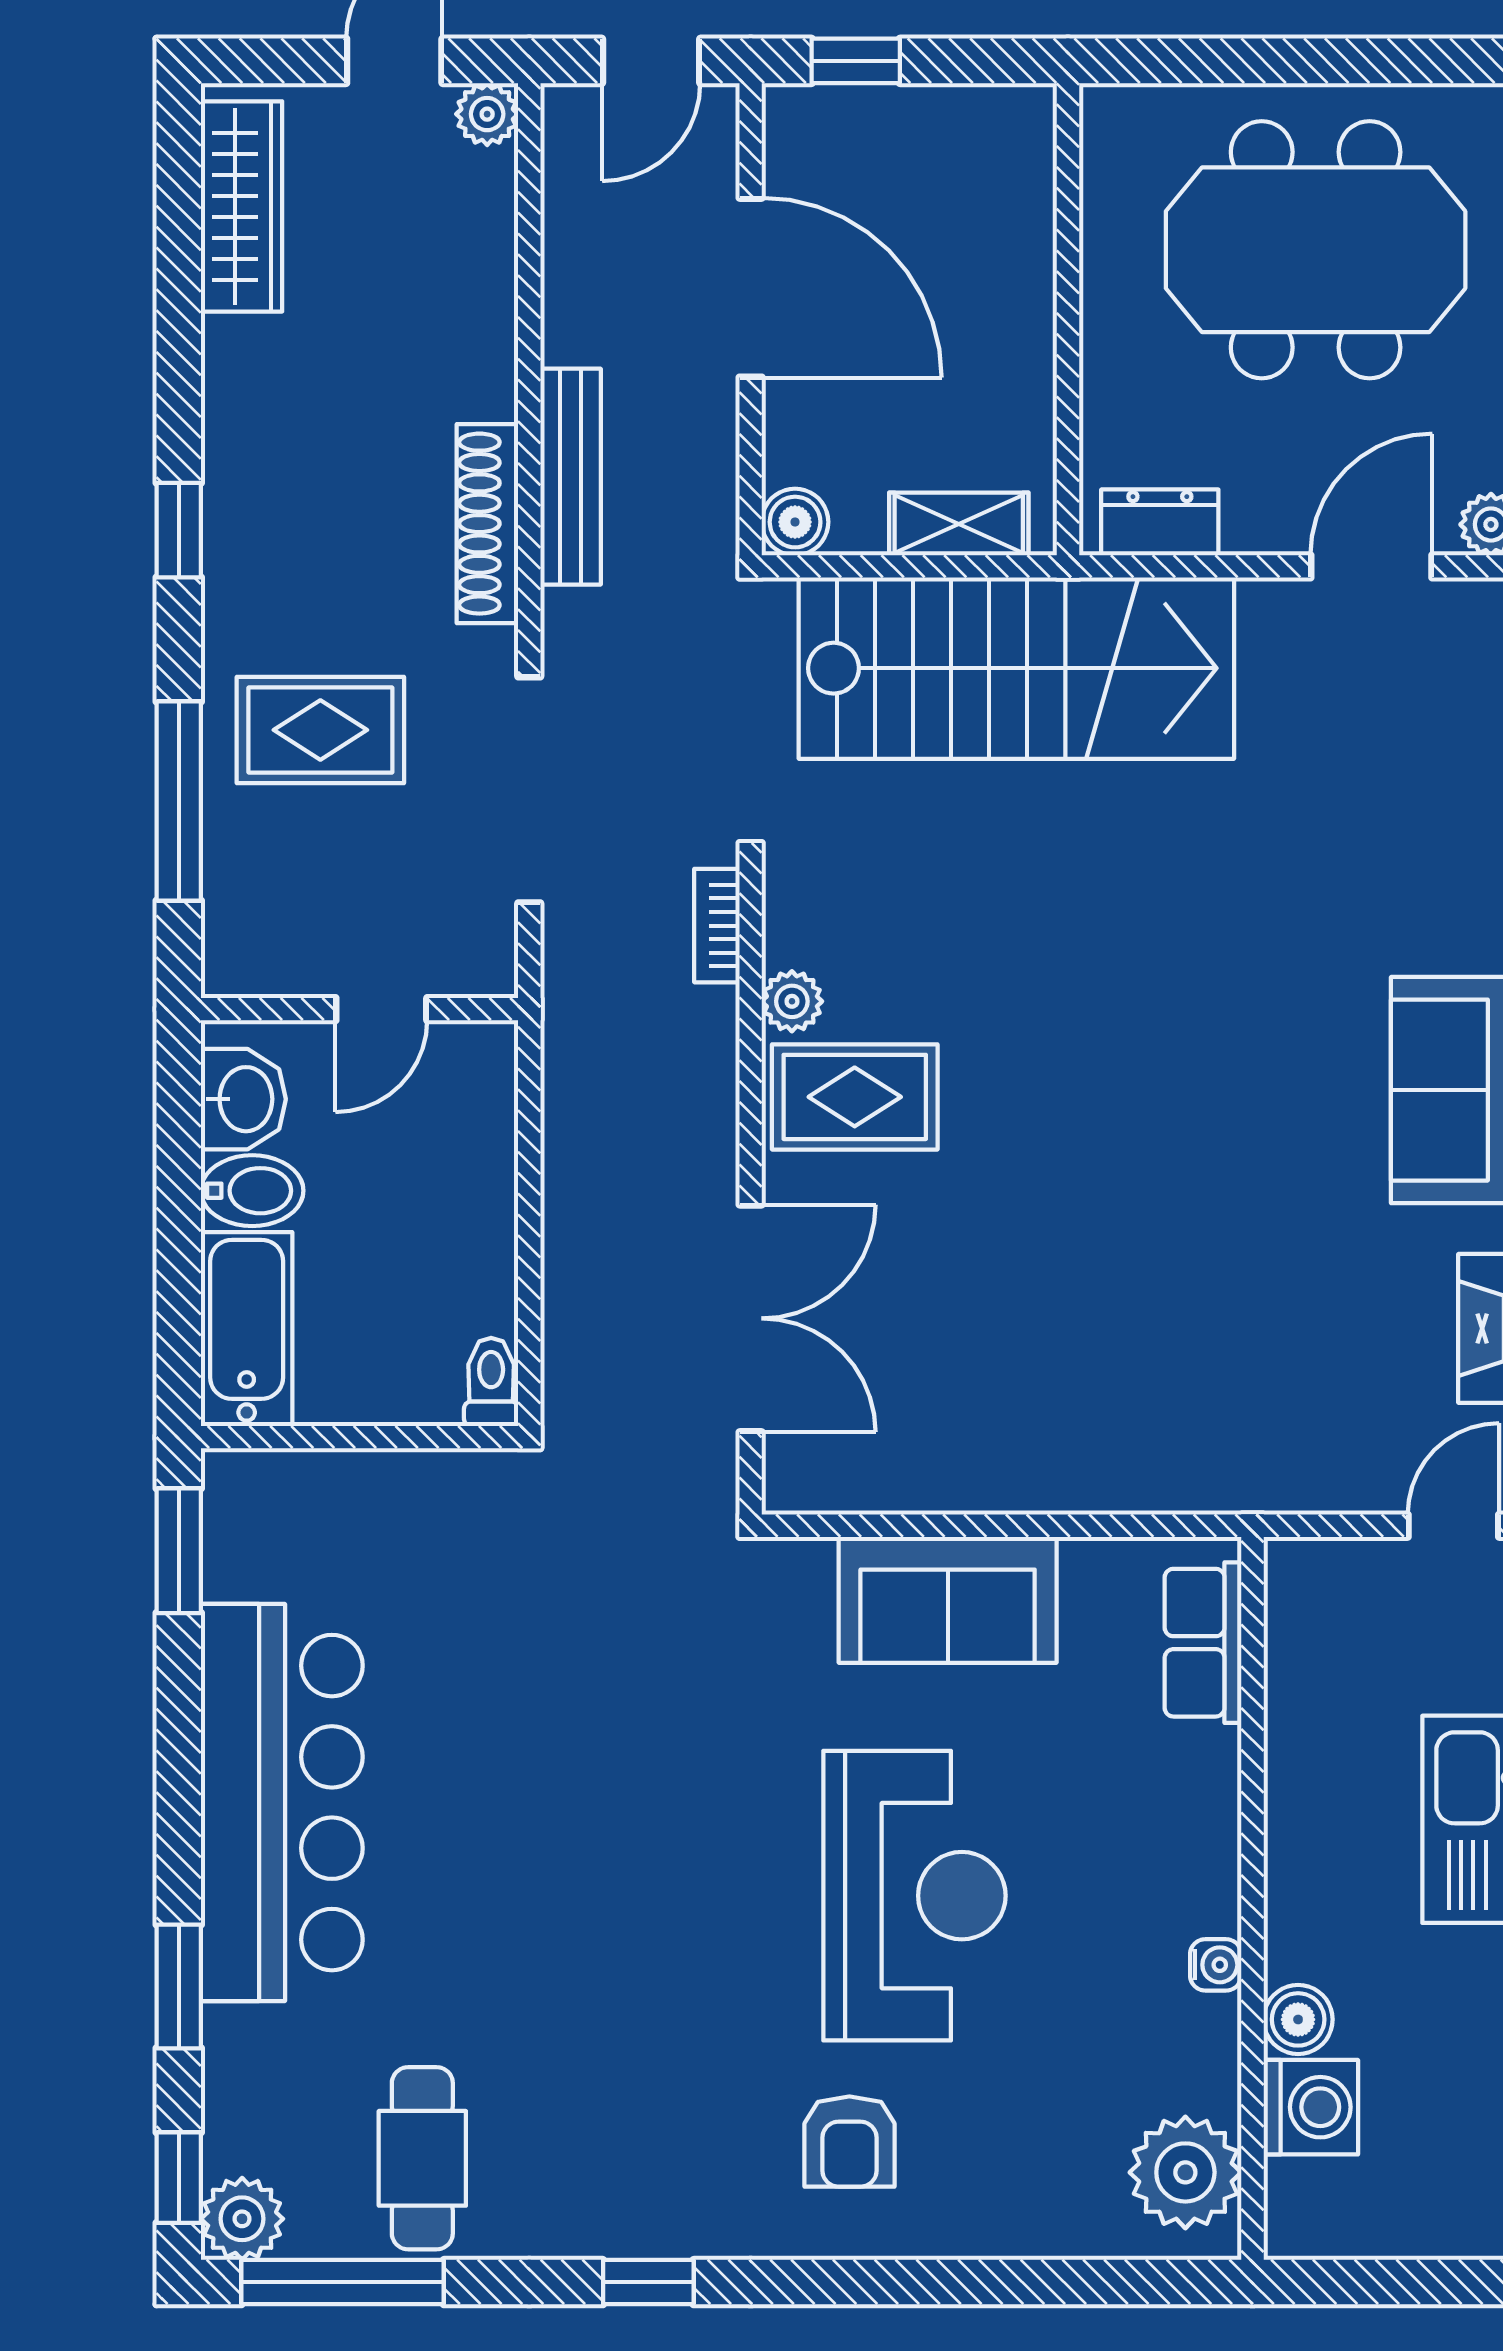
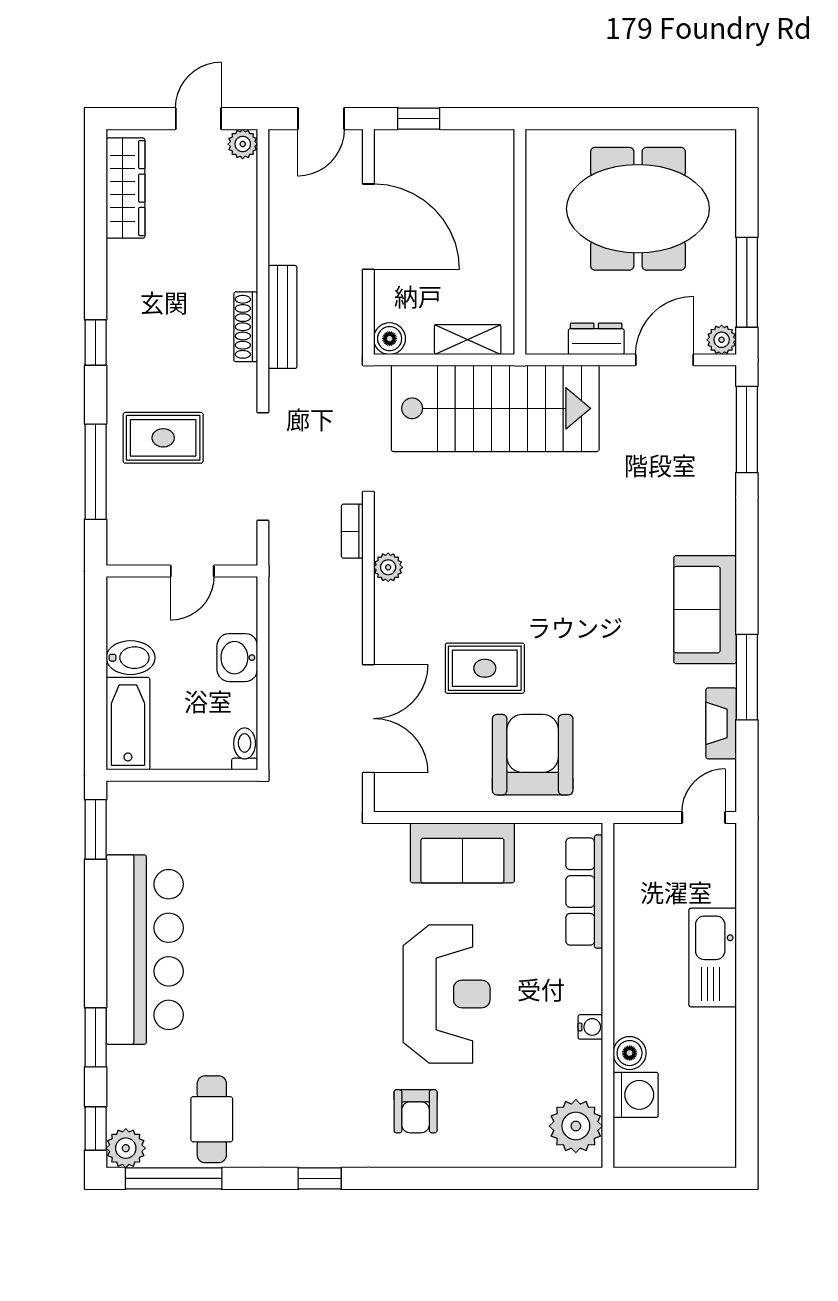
dresser: (1160, 522) -> (596, 339), moved
shoe rack: (487, 524) -> (246, 327), width x0.74, depth x0.81
rug: (855, 1097) -> (485, 668), moved
washbasin: (243, 1099) -> (237, 658), moved, turned 180
armchair: (1095, 1394) -> (533, 755), added
row of seats: (1203, 1643) -> (584, 892), width x1.48

